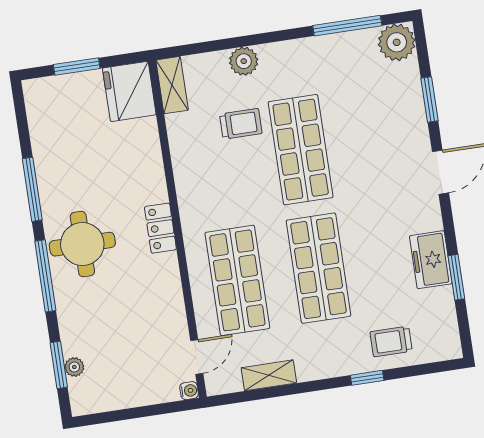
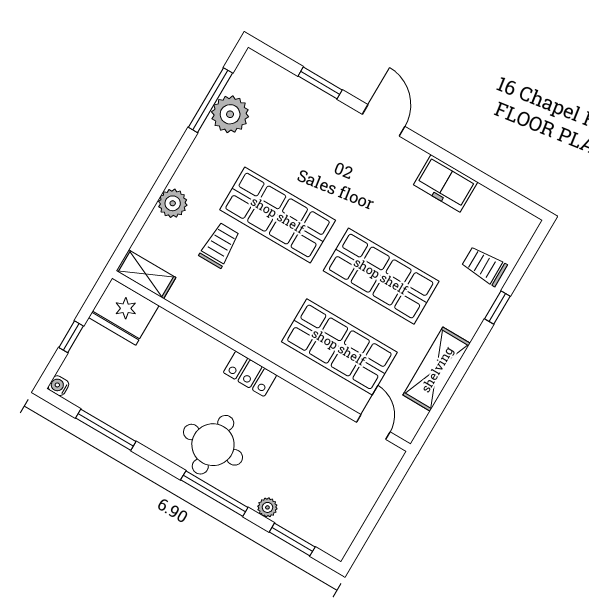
plant: (397, 42) -> (230, 114), moved
window: (77, 67) -> (71, 337), width x0.67
window: (32, 189) -> (106, 430), moved
window: (456, 277) -> (476, 174), removed
trolley: (391, 341) -> (484, 266), turned 90
plant: (74, 367) -> (267, 507), moved
shelving: (269, 375) -> (437, 369), width x1.50, depth x1.33
water cooler: (189, 391) -> (59, 386), moved, turned -90

